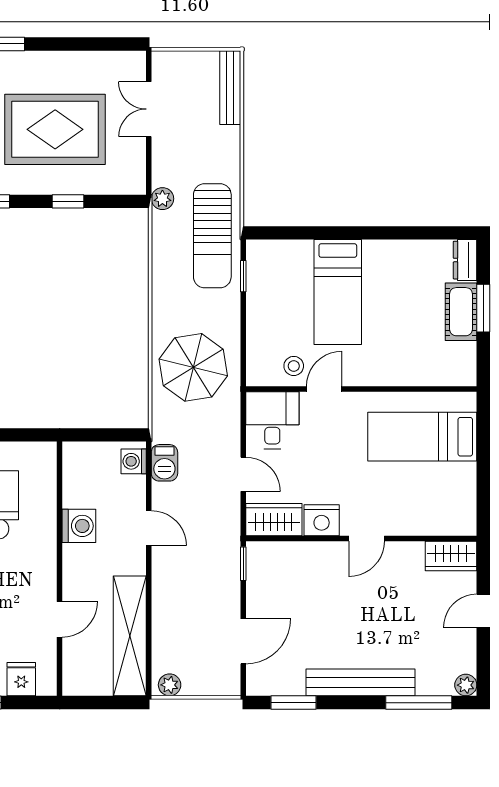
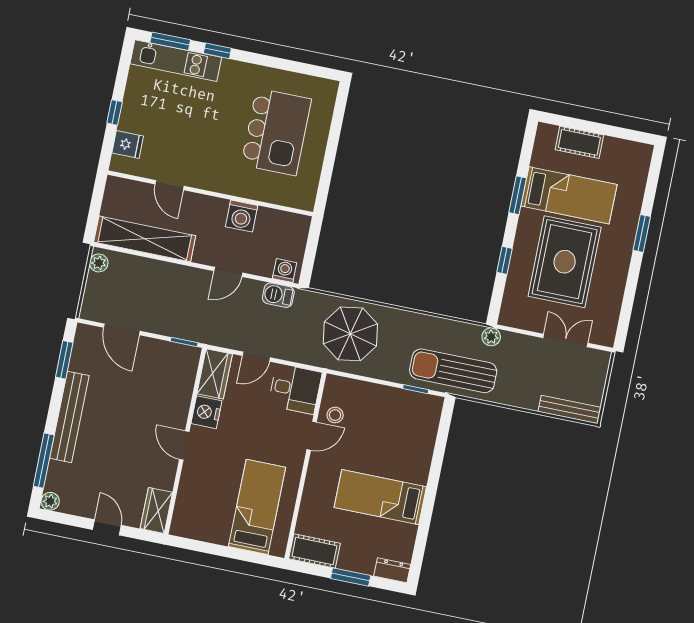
bed: (338, 292) -> (380, 497), moved
cot: (461, 312) -> (314, 551), moved
door: (324, 389) -> (312, 436), hinge flipped

